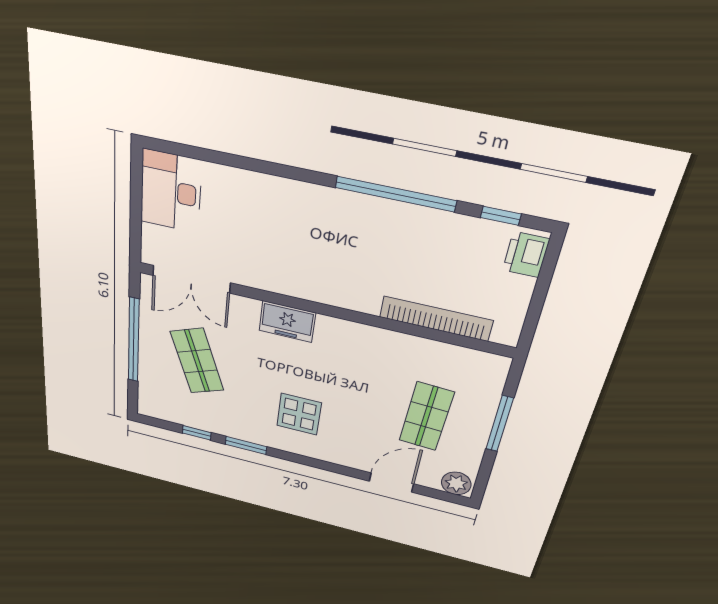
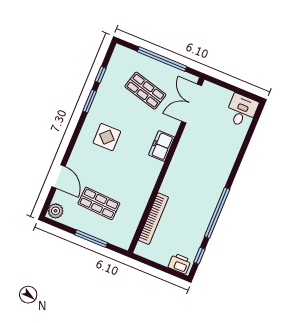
desk: (171, 191) -> (242, 111), width x0.73
shop shelf: (197, 361) -> (145, 91), turned 36

